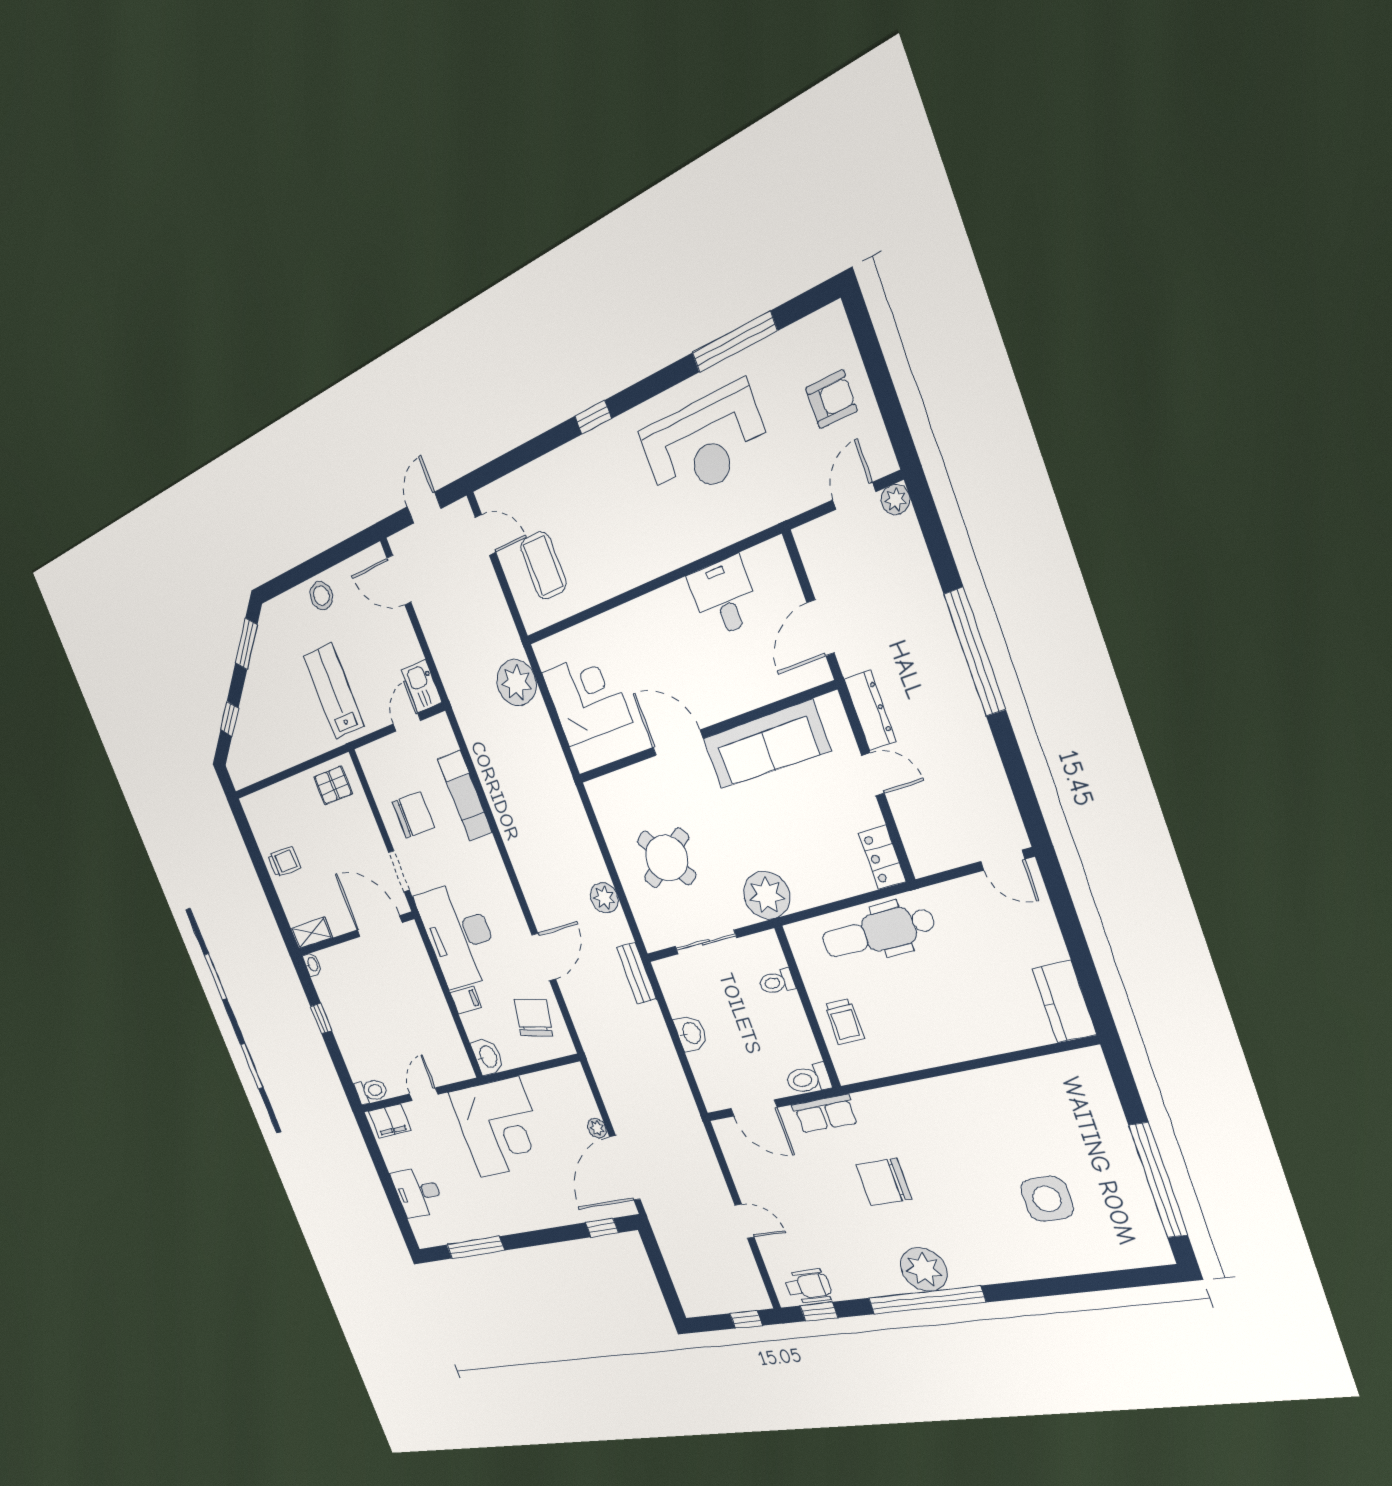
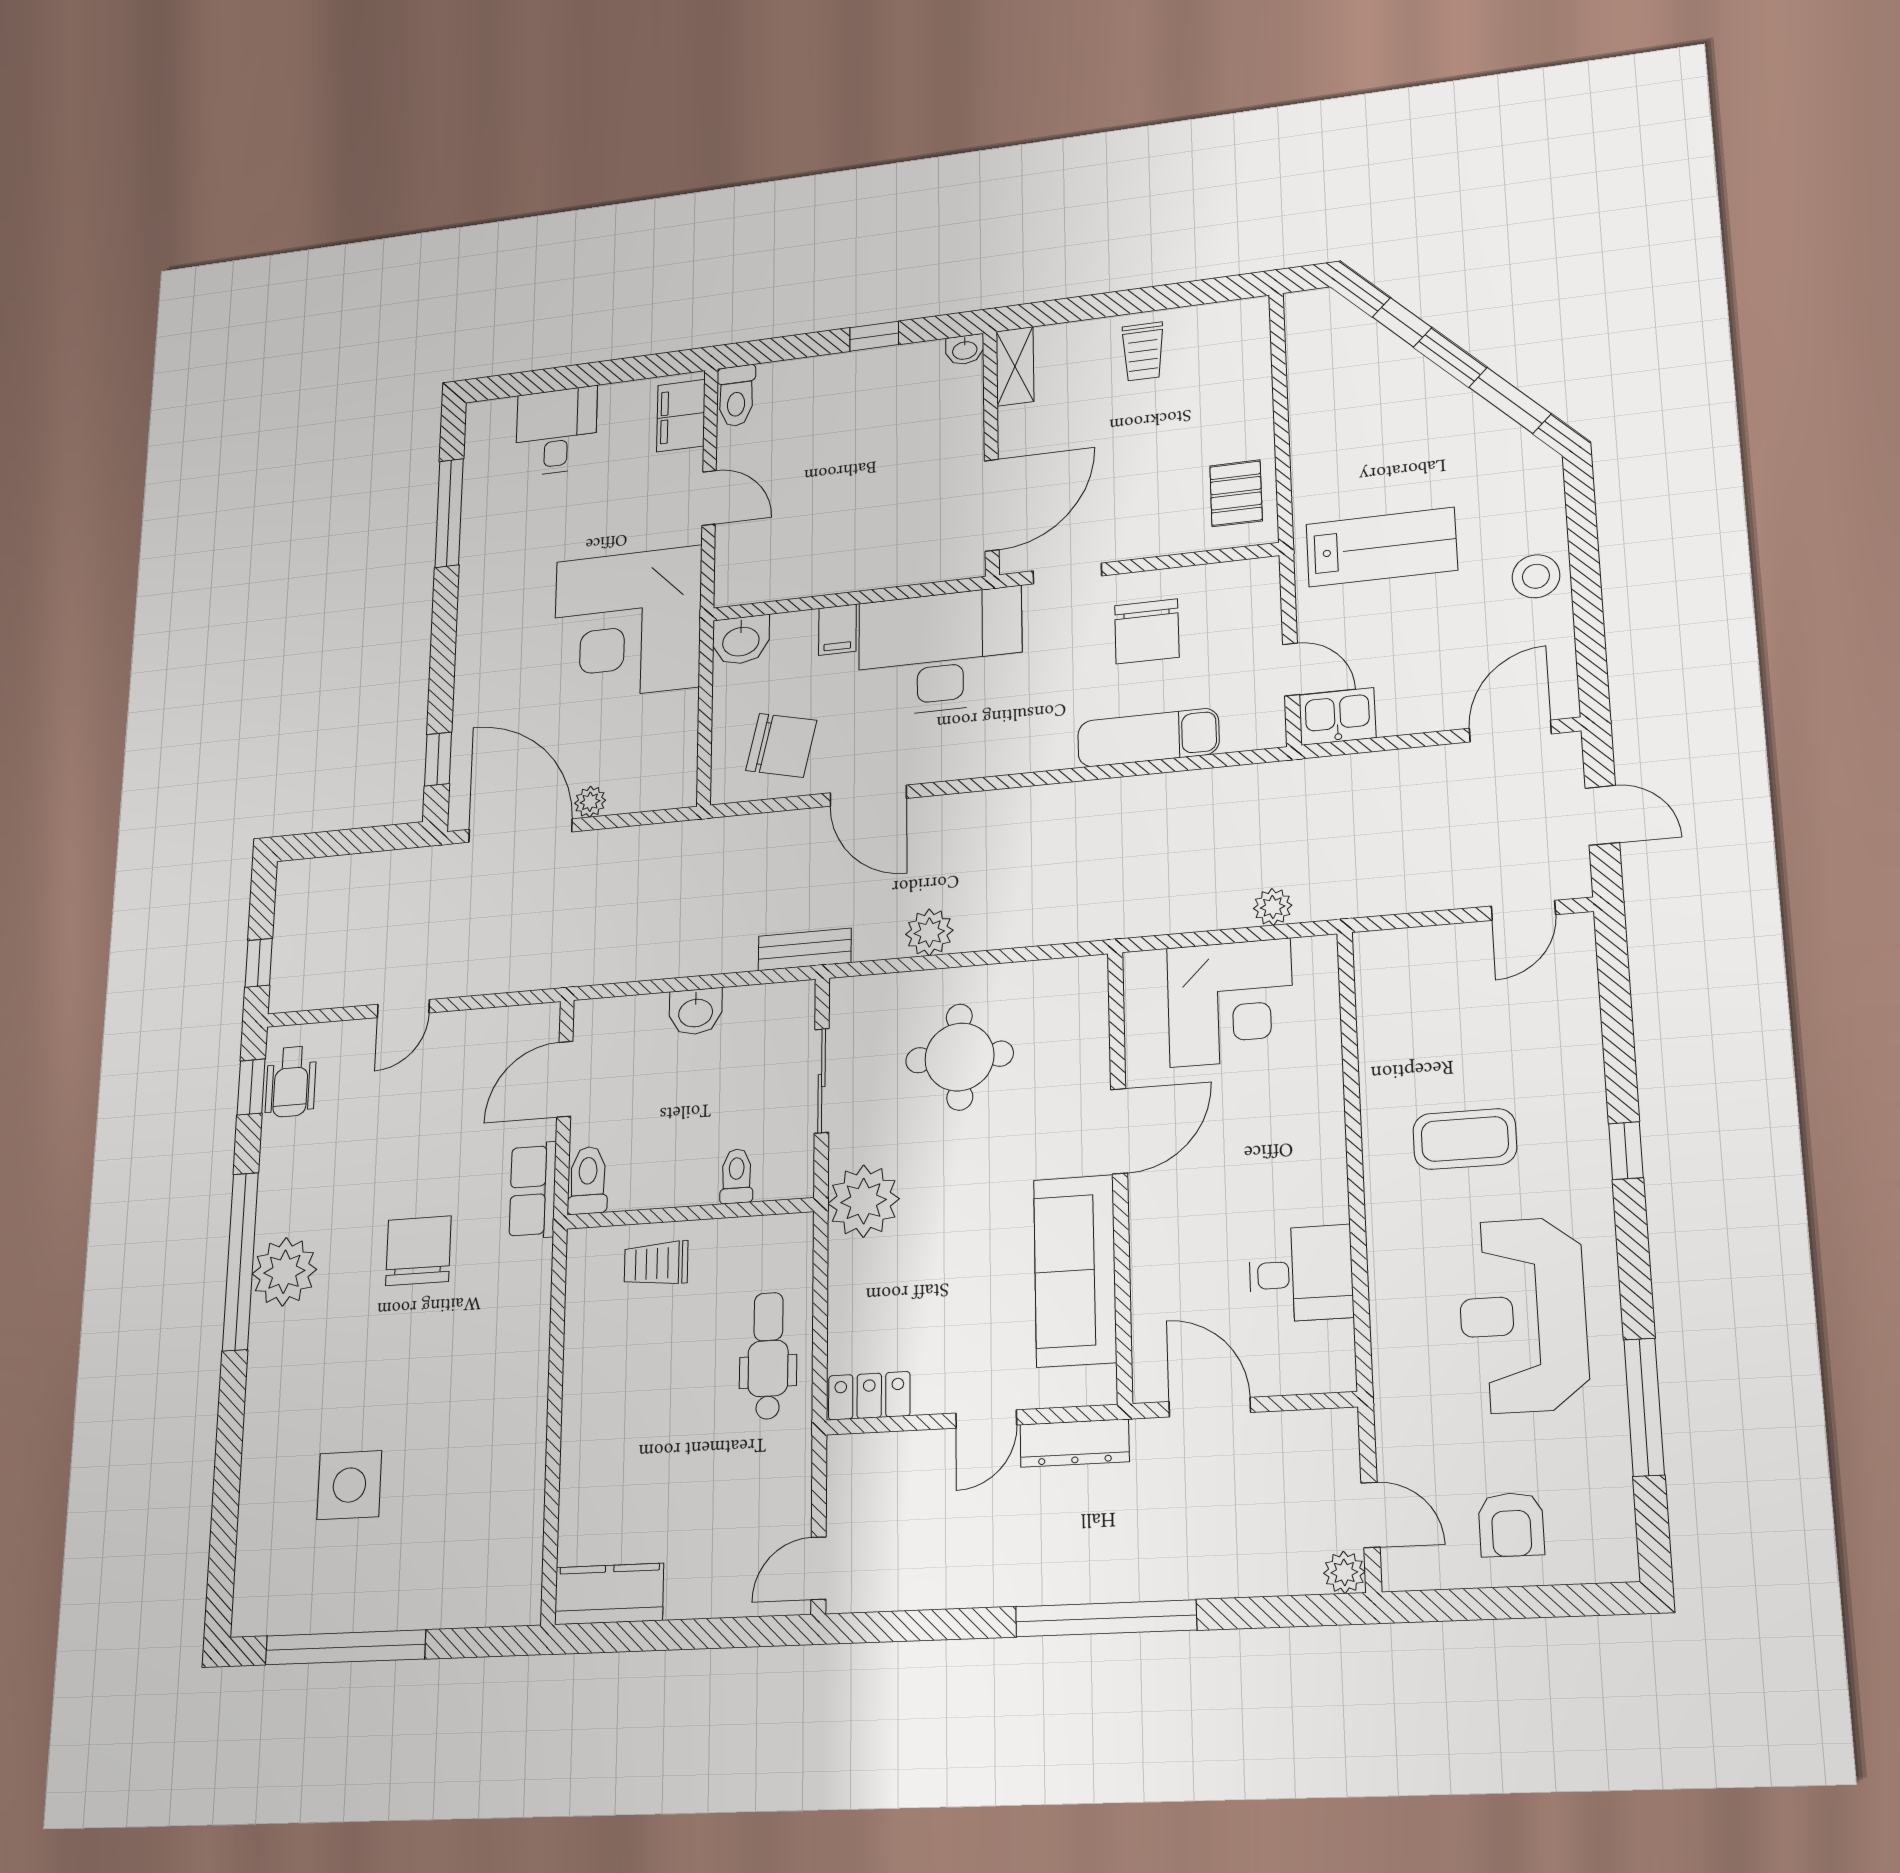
coffee table: (543, 565) -> (1465, 1139), moved
plant: (517, 683) -> (1273, 907), width x0.53, depth x0.53
round table: (667, 858) -> (959, 1057), turned 34
dental chair: (878, 932) -> (768, 1356), width x0.73, depth x0.72

